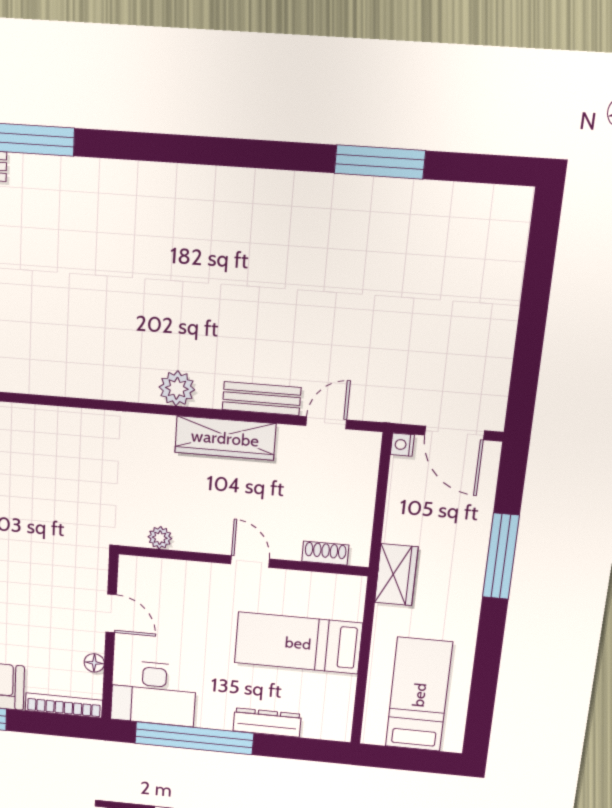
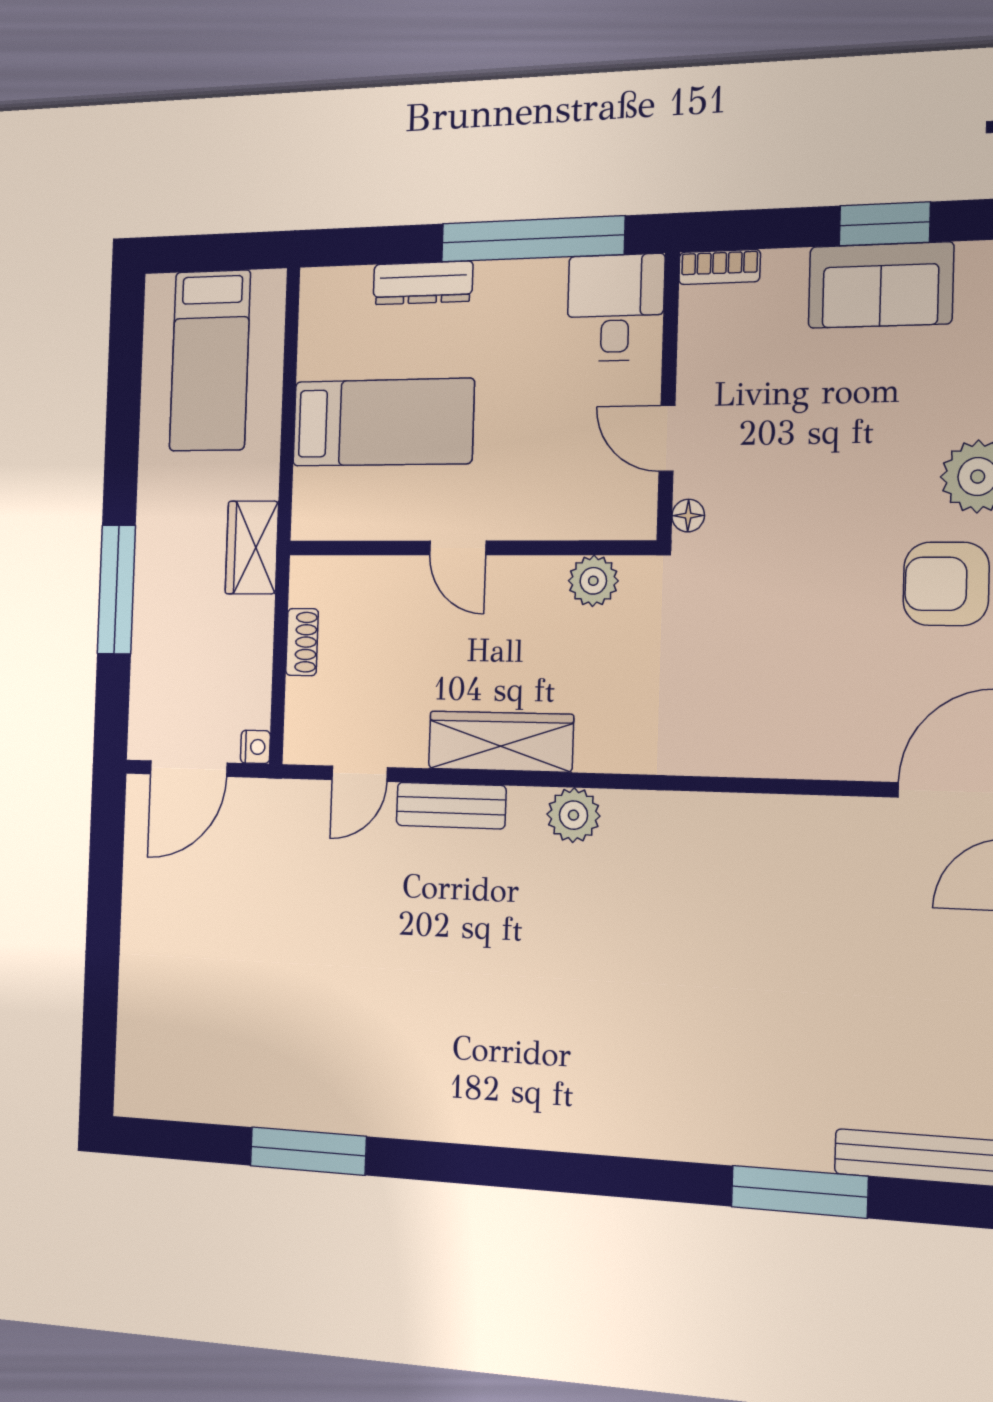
door: (454, 433) -> (189, 769), swing flipped
plant: (160, 538) -> (593, 581), width x1.38, depth x1.38
shoe rack: (325, 553) -> (302, 642), moved, turned -90
floor lamp: (94, 663) -> (688, 516), moved
desk: (154, 693) -> (615, 308), width x0.73
bookcase: (64, 705) -> (719, 267), width x0.64

